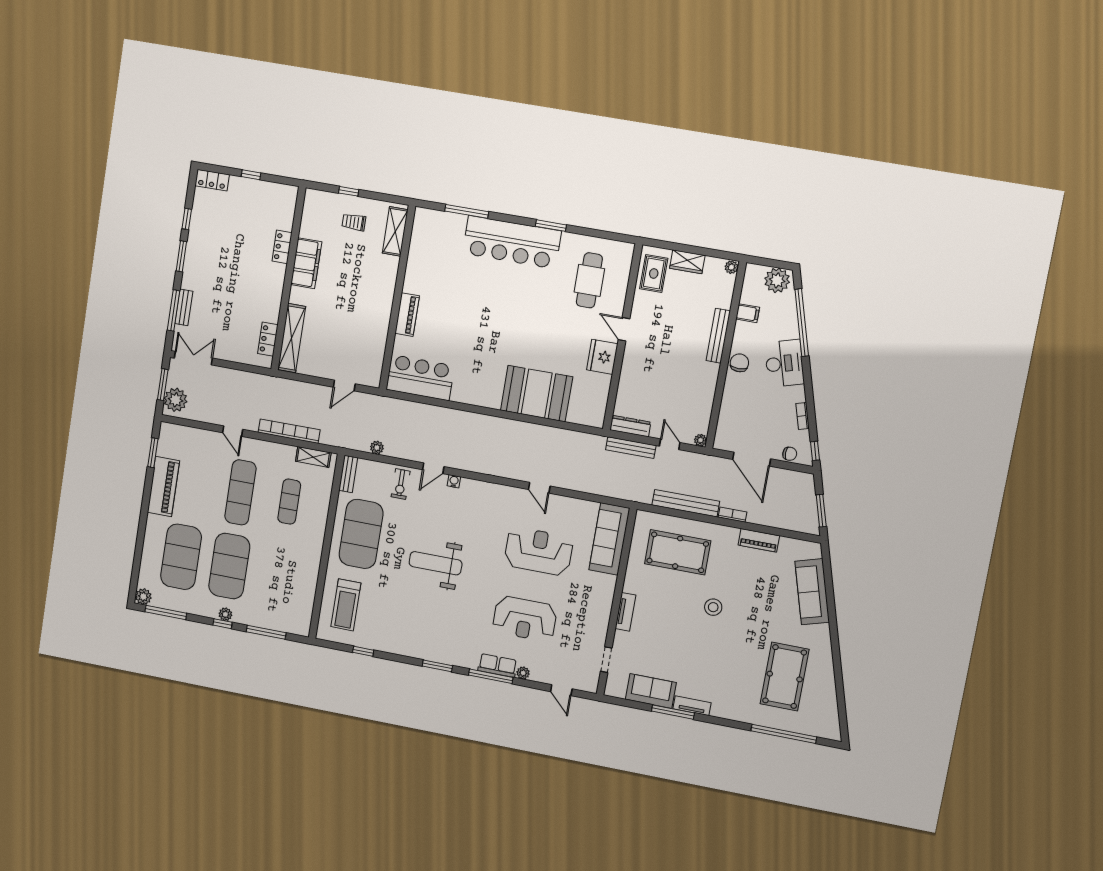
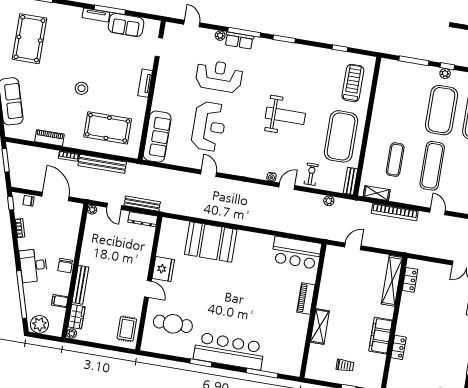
shelving: (395, 231) -> (320, 327), moved
wardrobe: (687, 262) -> (76, 317), moved, turned 90
cafe table: (589, 280) -> (173, 324), turned 90
reception desk: (539, 551) -> (209, 126), turned -90

